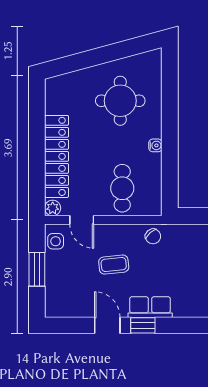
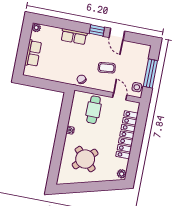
round table: (120, 101) -> (85, 159), turned 45
plant: (53, 208) -> (122, 174), moved
window: (37, 269) -> (150, 74), width x1.44
row of seats: (150, 307) -> (74, 37), moved

